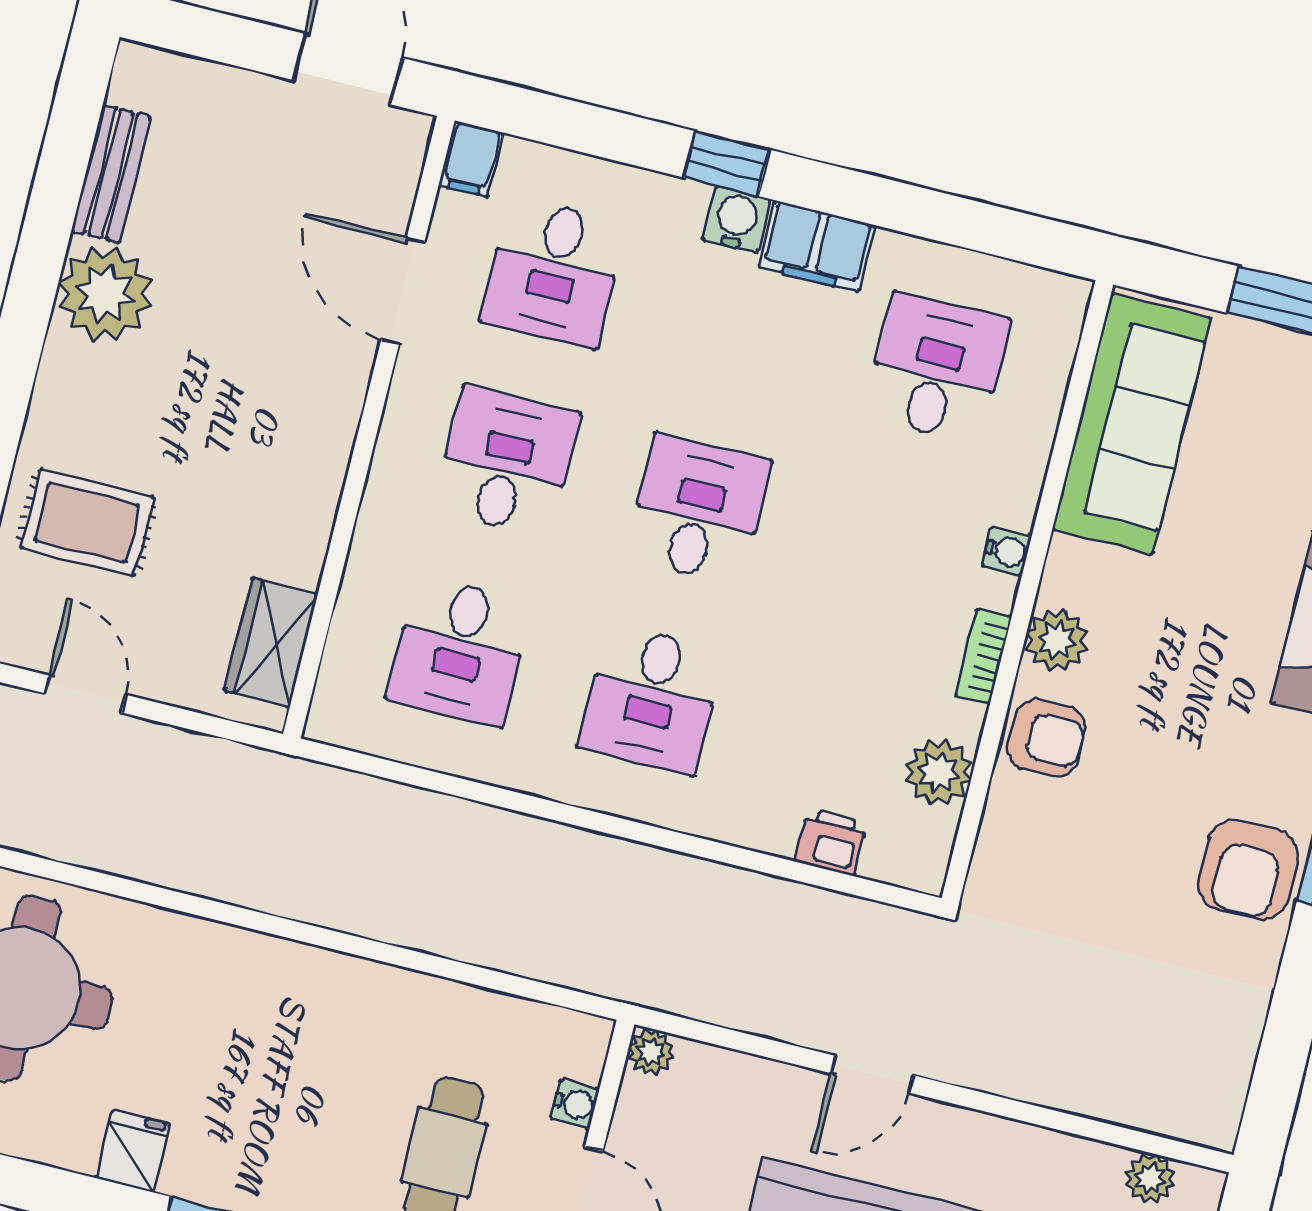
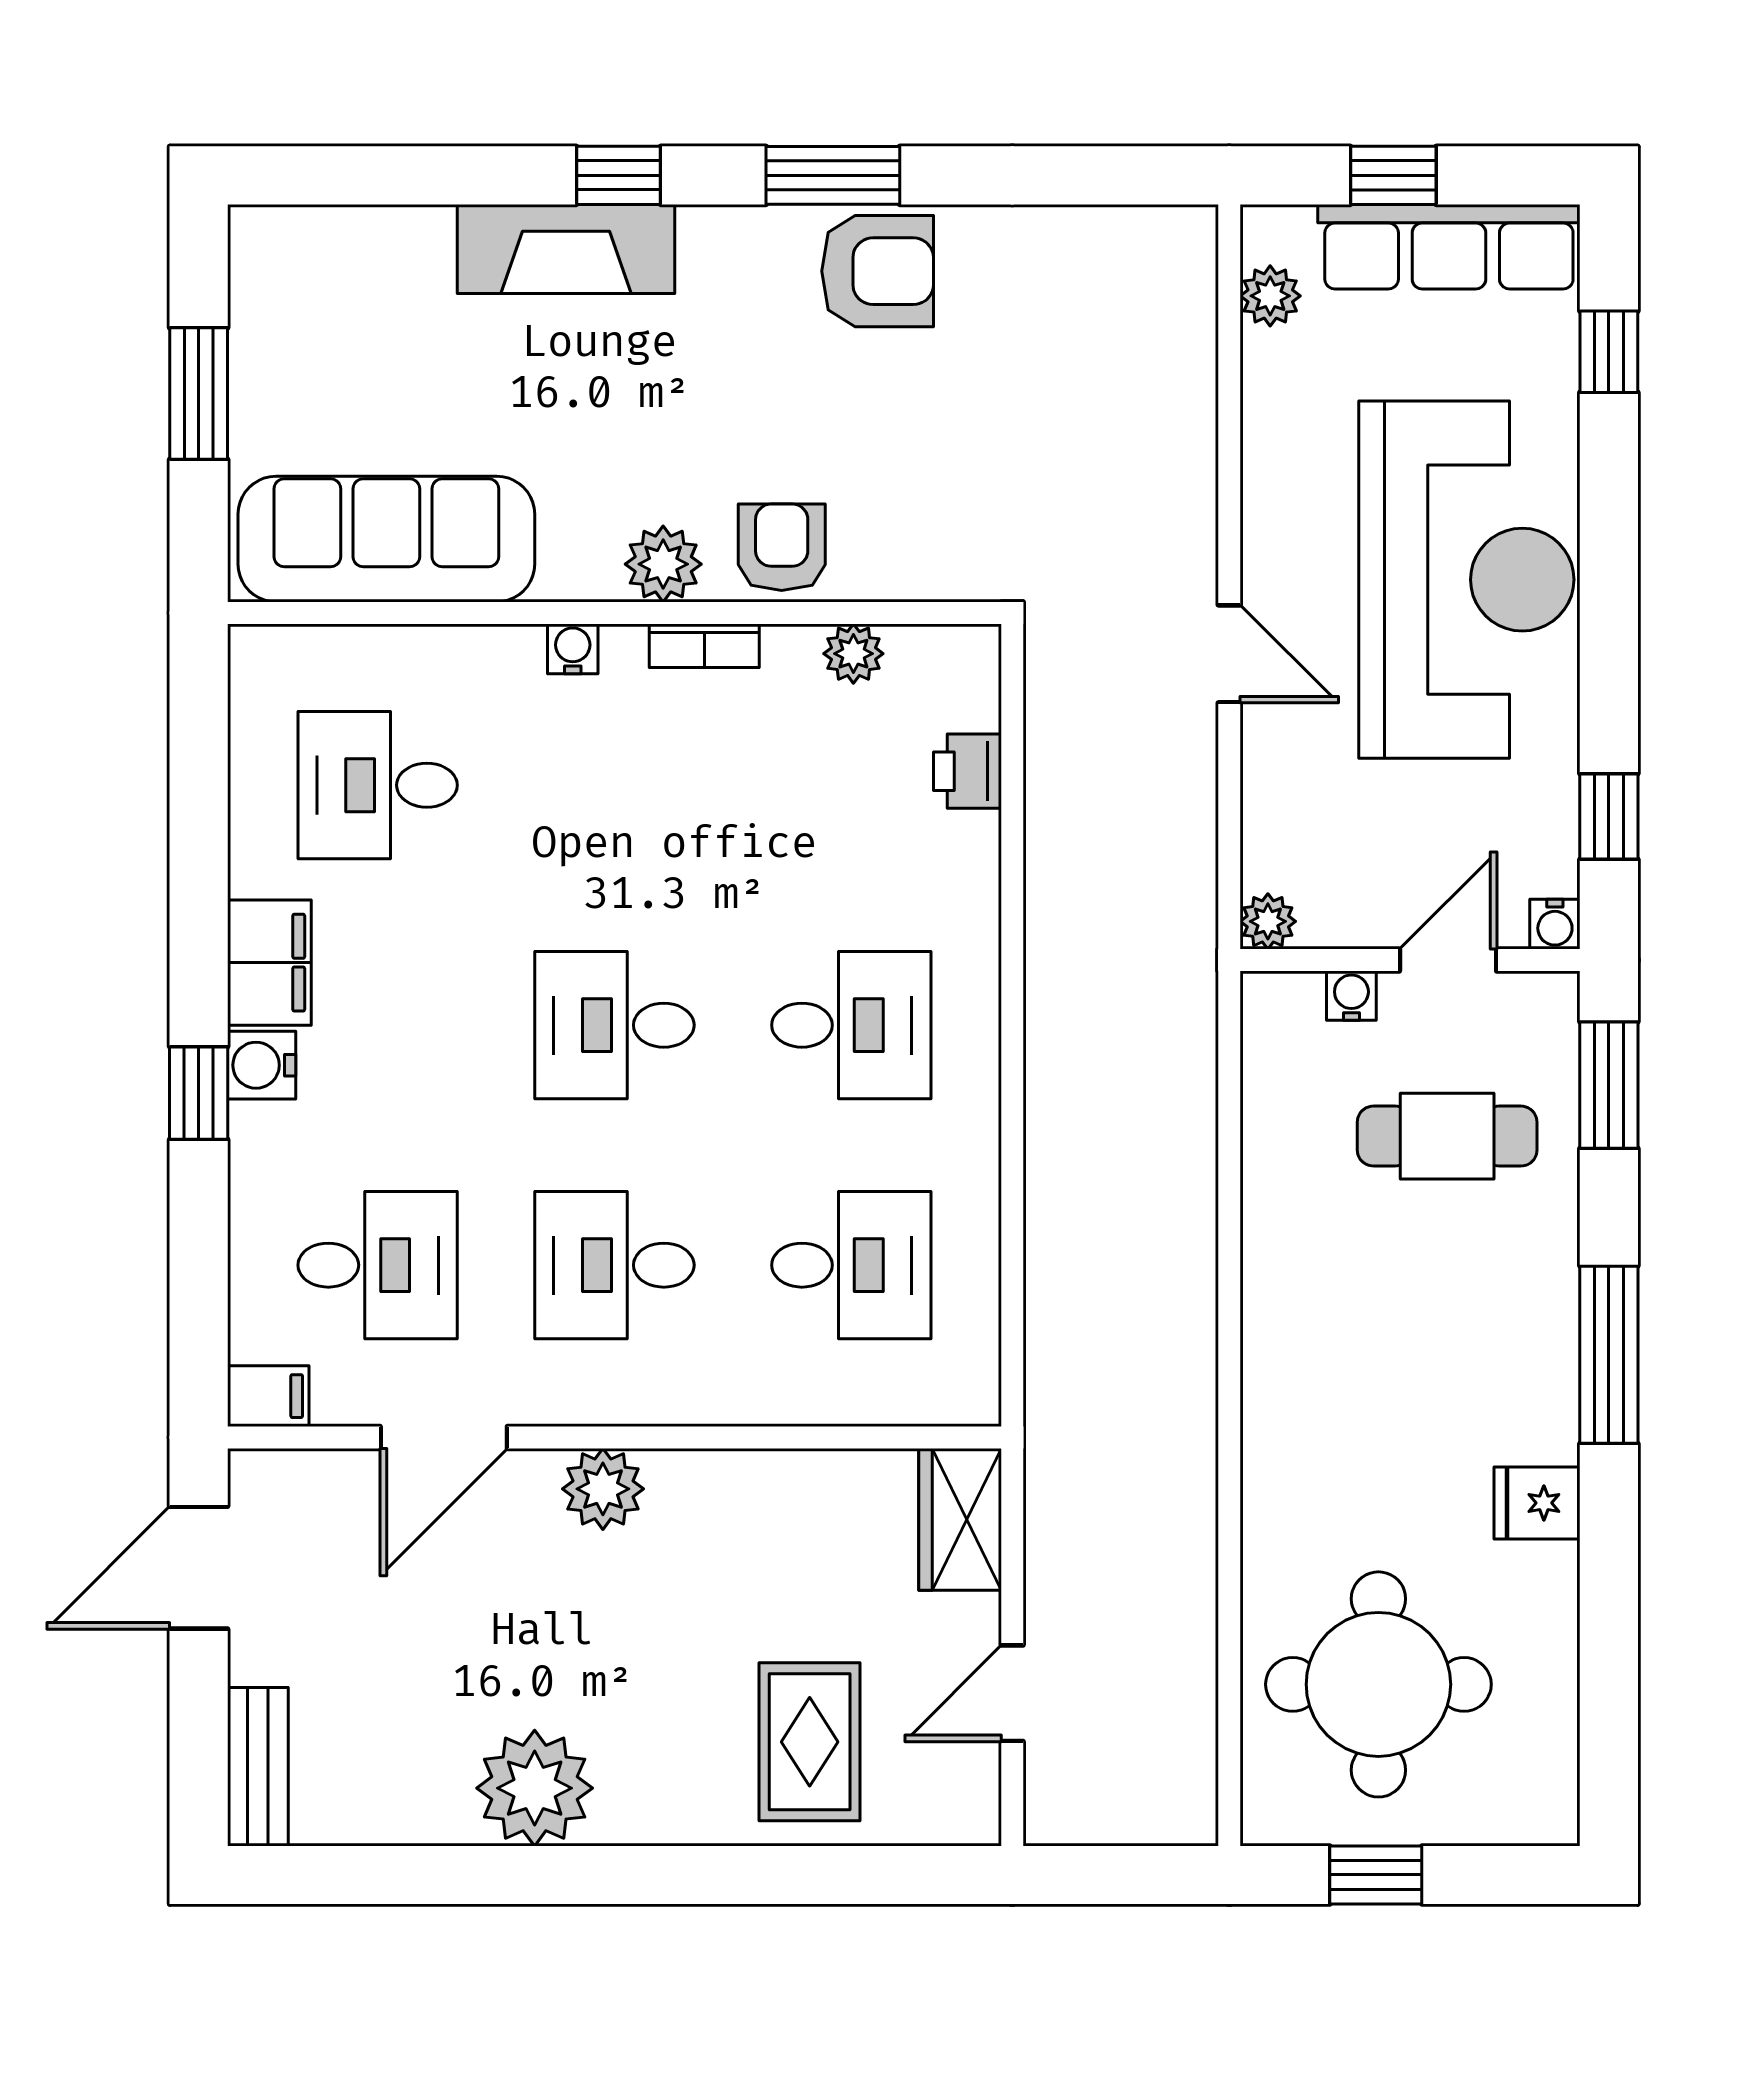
bench: (111, 174) -> (258, 1767), moved, turned 90
plant: (330, 408) -> (603, 1489), added
wardrobe: (271, 642) -> (960, 1519), moved, turned 90
plant: (938, 772) -> (853, 654), width x0.73, depth x0.73

